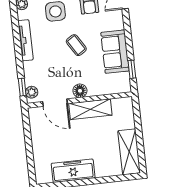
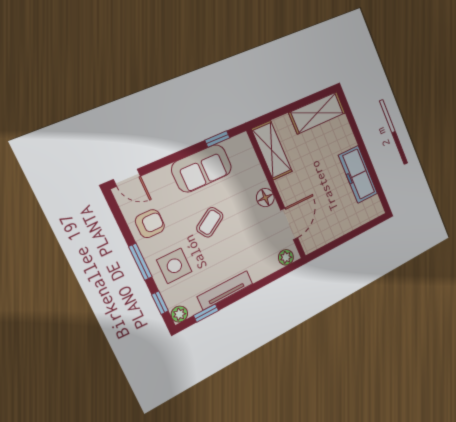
window: (22, 87) -> (206, 313), moved
shelving: (90, 109) -> (272, 150), moved

